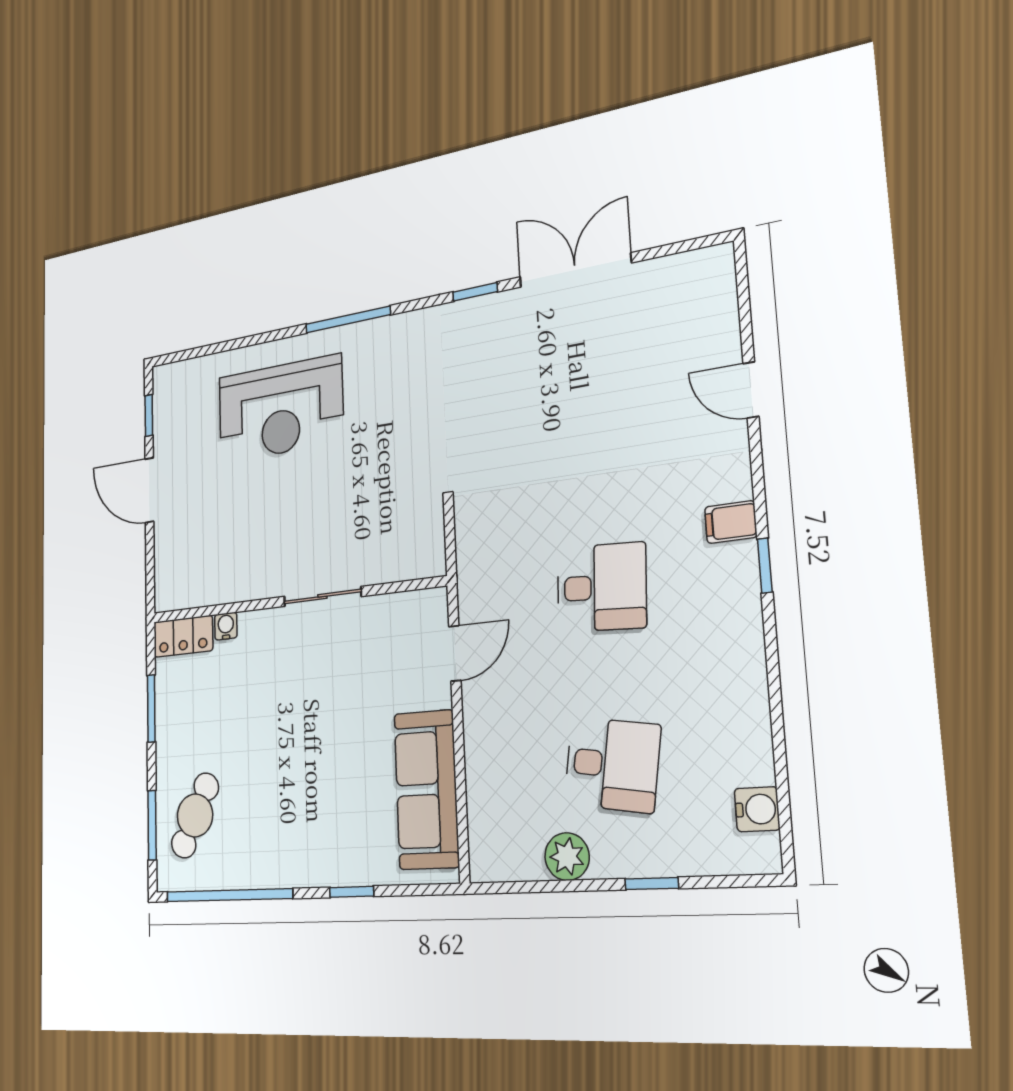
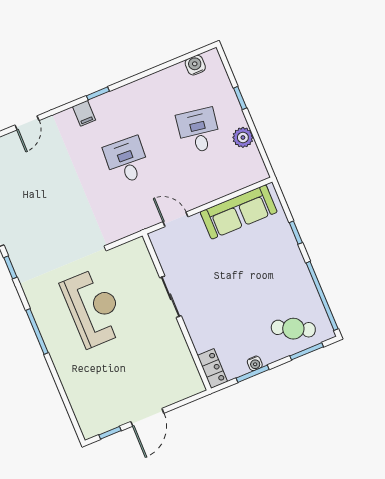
reception desk: (280, 409) -> (94, 308), moved
water cooler: (226, 626) -> (255, 363), moved, turned -90

